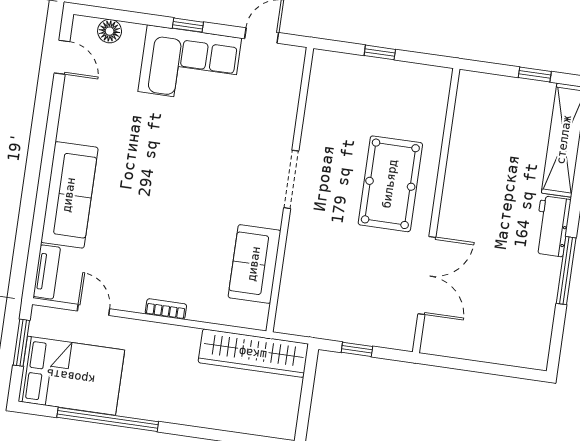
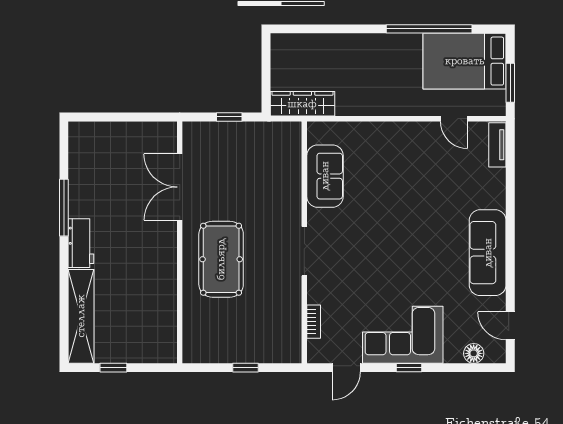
sofa: (69, 195) -> (488, 253), moved
bookcase: (166, 309) -> (314, 322), moved, turned -90
wardrobe: (253, 353) -> (302, 104), width x0.71, depth x0.85

